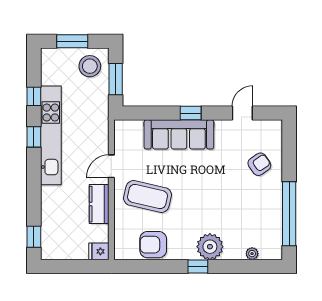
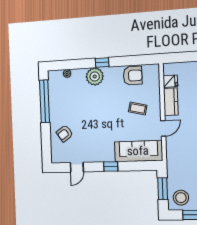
sofa: (179, 134) -> (138, 151), moved
coffee table: (148, 196) -> (138, 109), width x0.54, depth x0.58
fridge: (99, 251) -> (170, 81), moved

